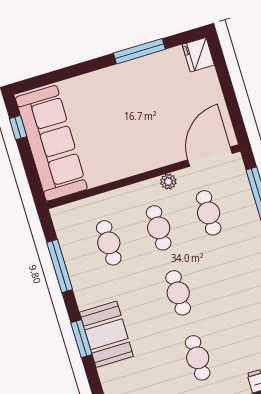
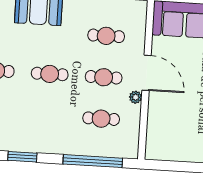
door: (210, 157) -> (147, 73), moved

